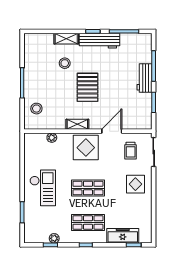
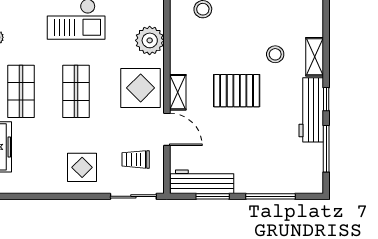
workbench: (144, 78) -> (202, 182), moved, width x1.37
shelving: (77, 124) -> (178, 92), moved
plant: (52, 138) -> (150, 40), width x1.87, depth x1.87

